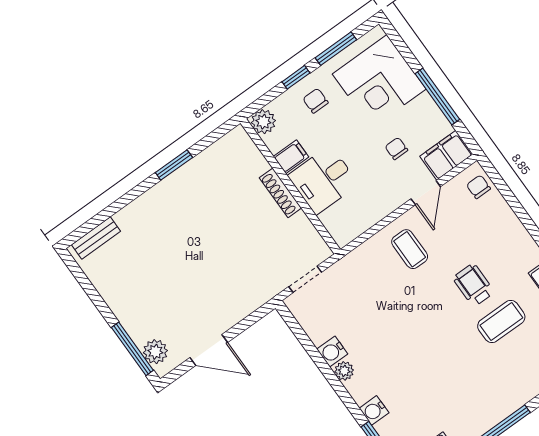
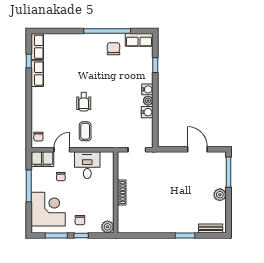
filing cabinet: (291, 157) -> (107, 204), removed
window: (174, 165) -> (185, 235), moved
desk: (323, 180) -> (87, 165), moved, turned -90
wheelchair: (474, 285) -> (84, 102), moved
coffee table: (501, 322) -> (69, 75), removed
plant: (155, 352) -> (220, 195), moved
water cooler: (374, 410) -> (147, 89), moved
chair: (459, 414) -> (113, 49), added

